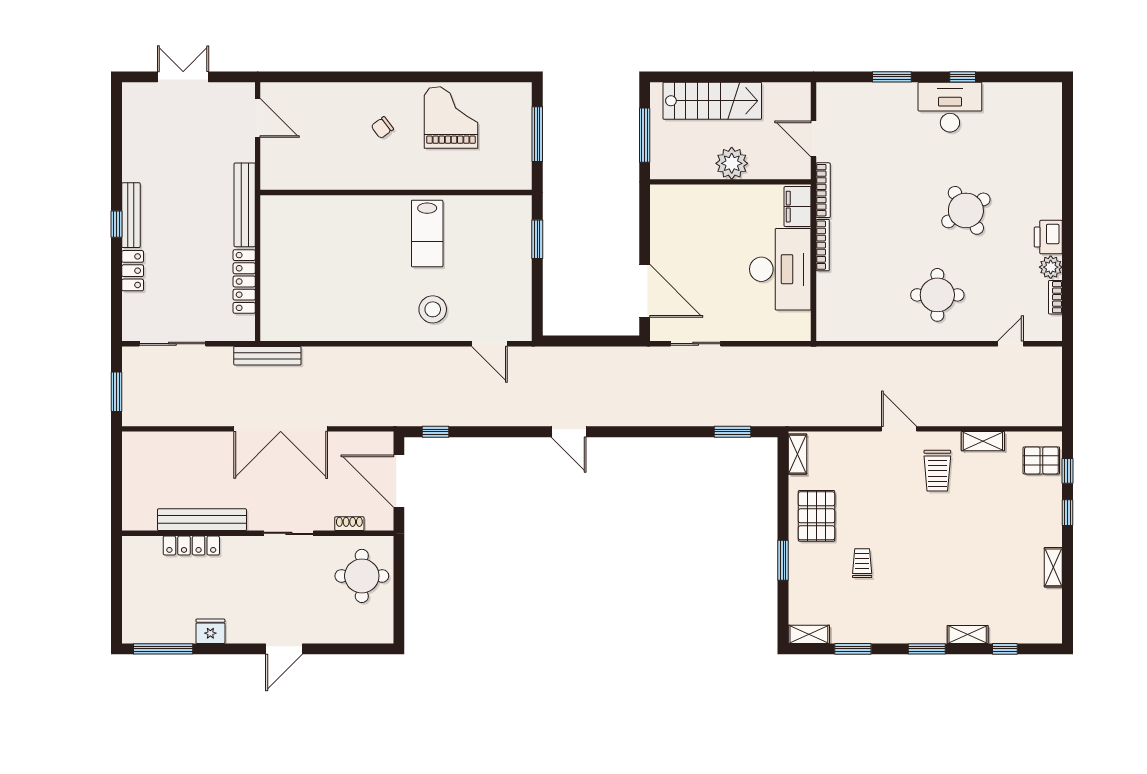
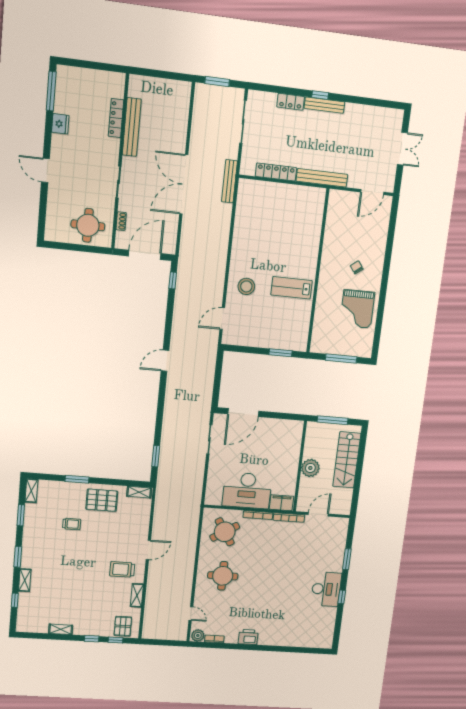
grand piano: (451, 117) -> (357, 309), turned 90
round table: (966, 210) -> (225, 532), moved
plant: (1051, 267) -> (198, 635), moved

